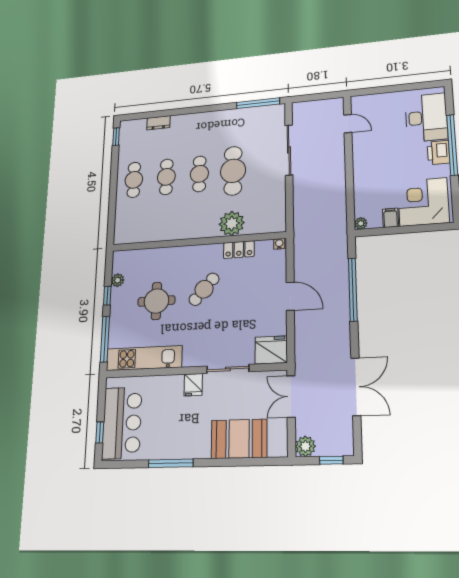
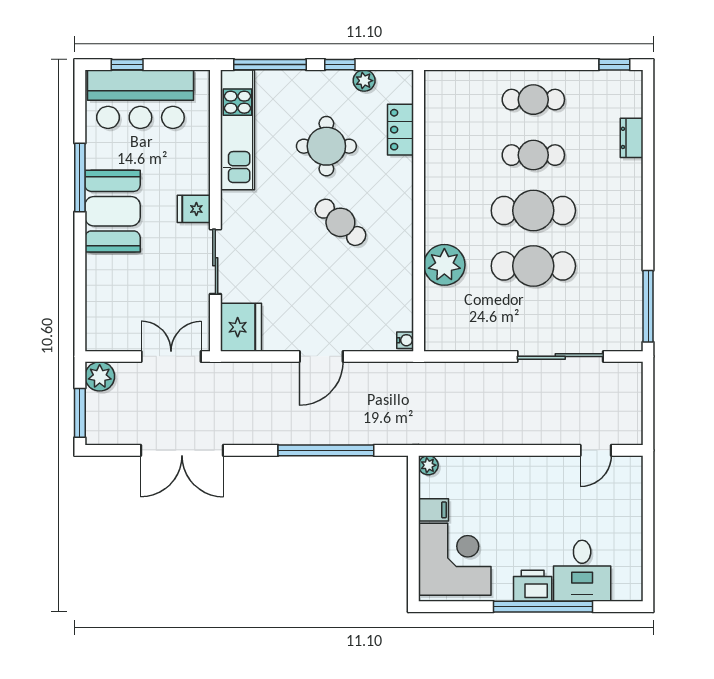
desk: (426, 118) -> (582, 571), width x0.73
cafe table: (199, 174) -> (533, 211), width x1.37, depth x1.35
locker: (239, 250) -> (401, 130), moved
booth: (239, 439) -> (113, 211), moved
window: (331, 460) -> (80, 413), width x1.50

